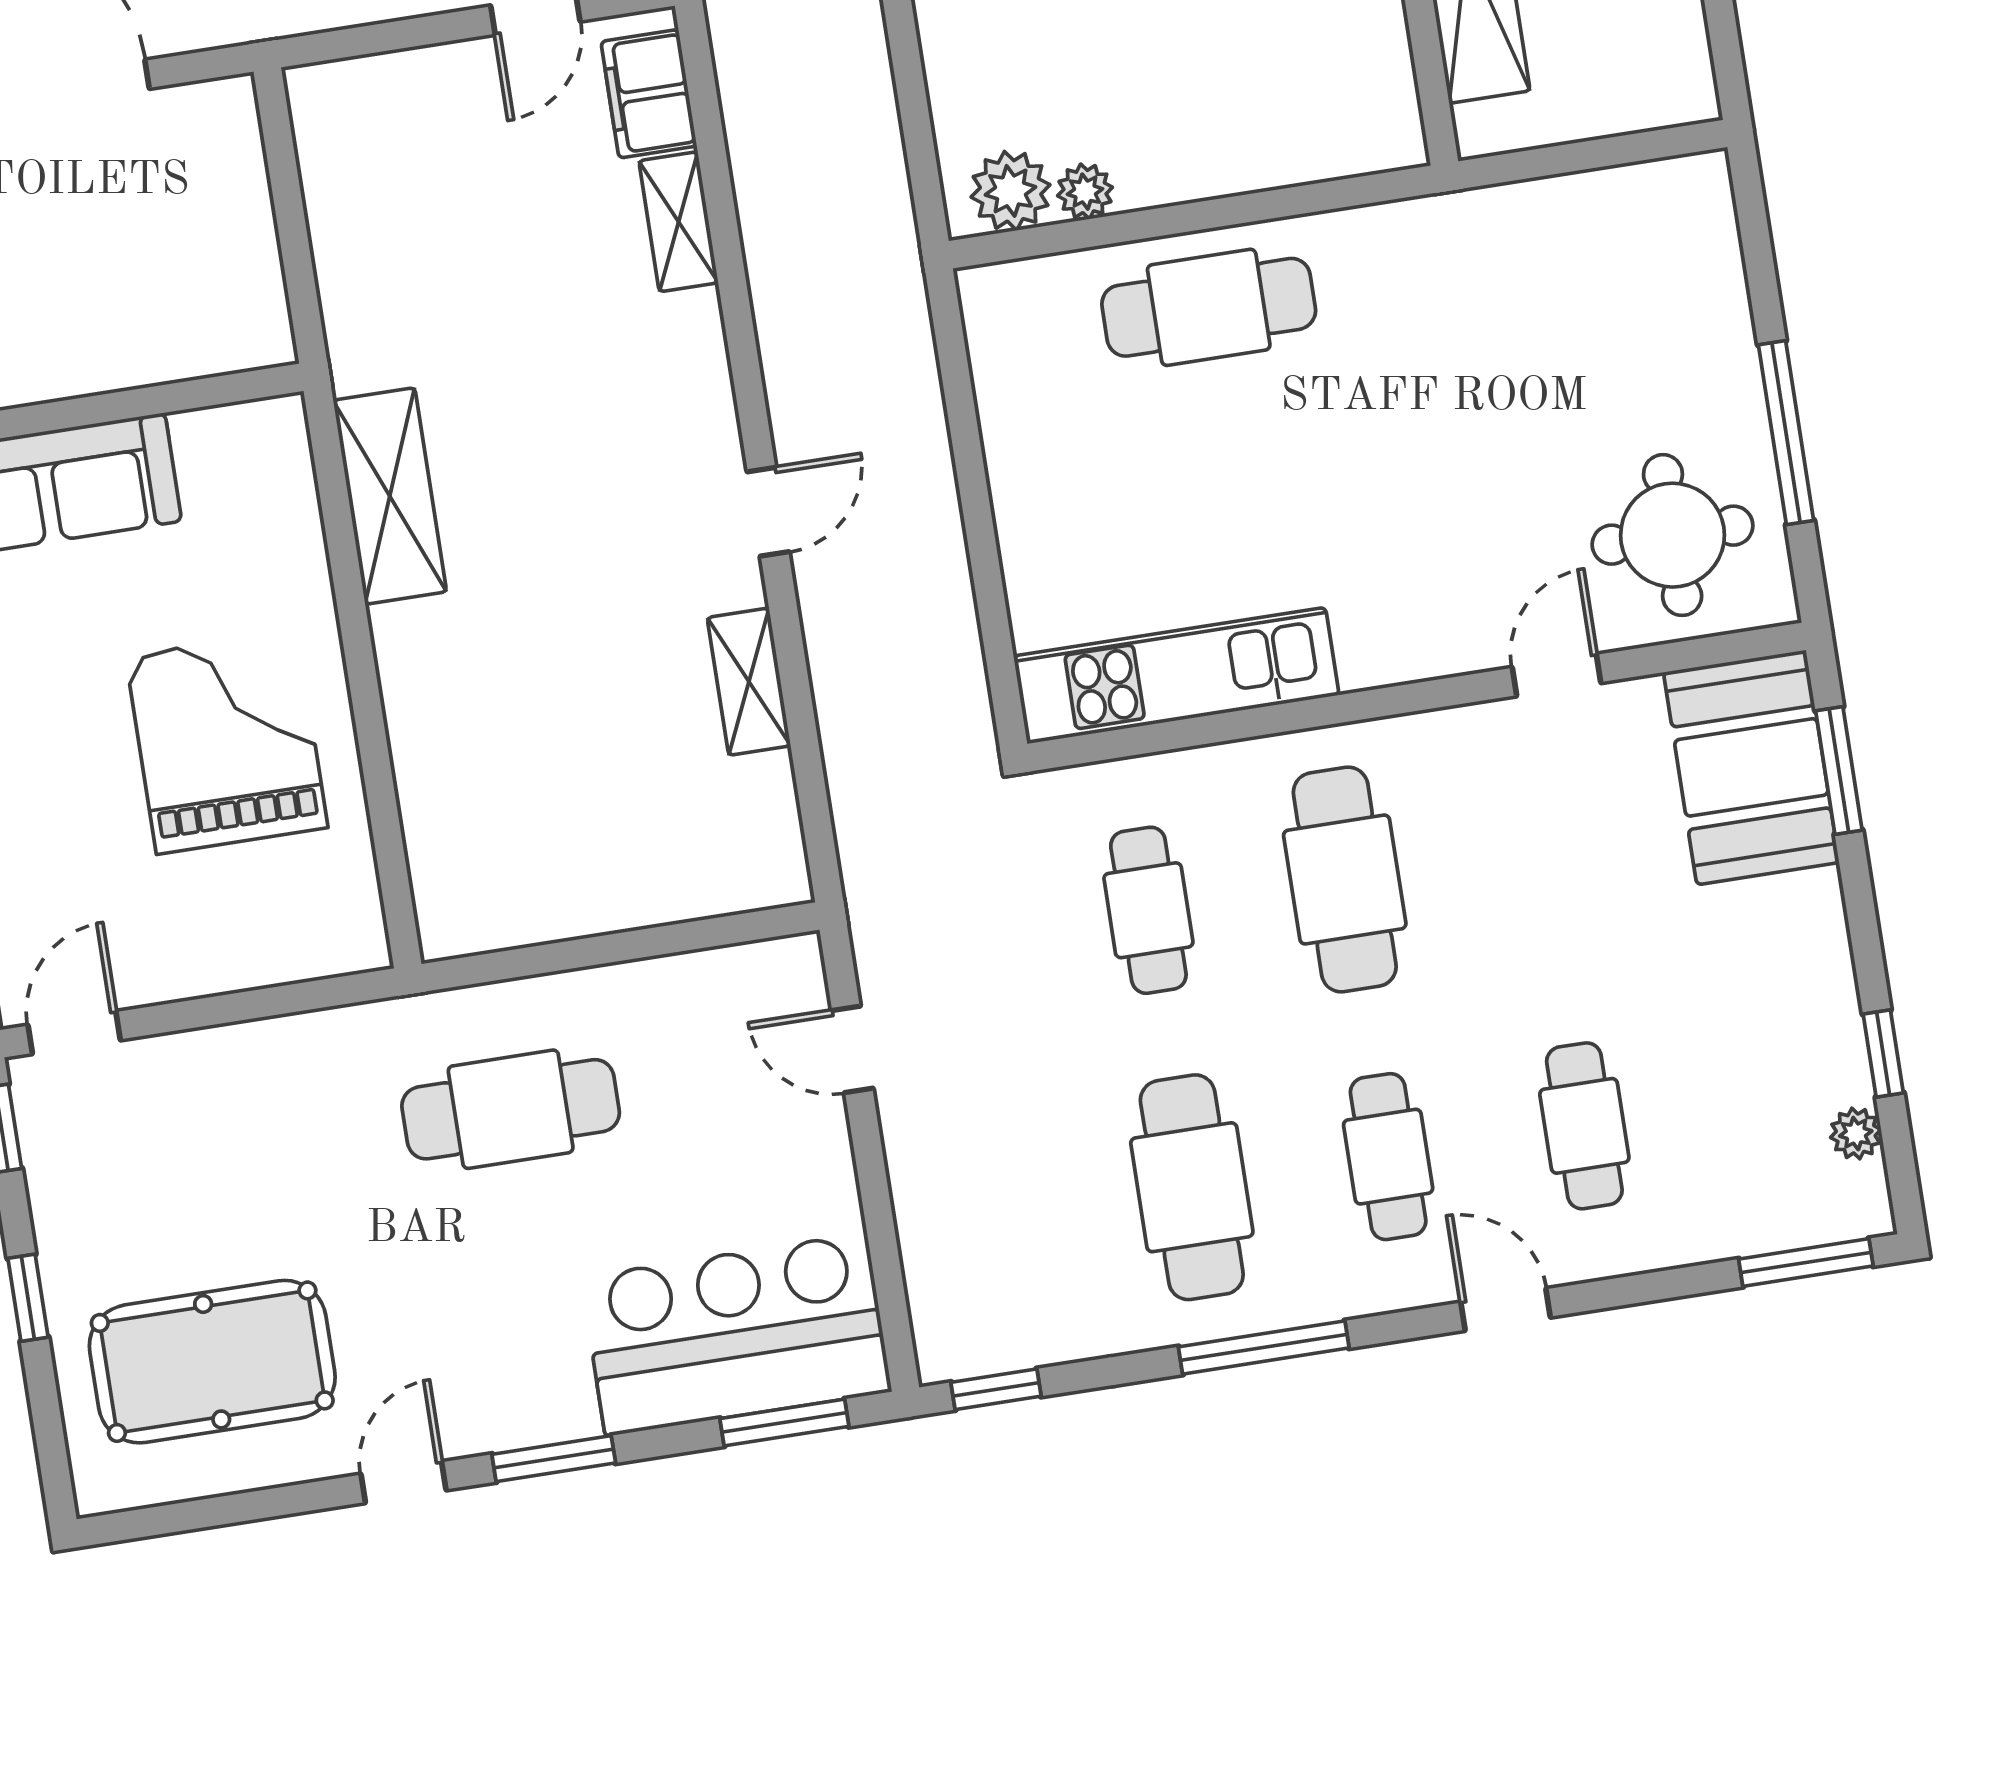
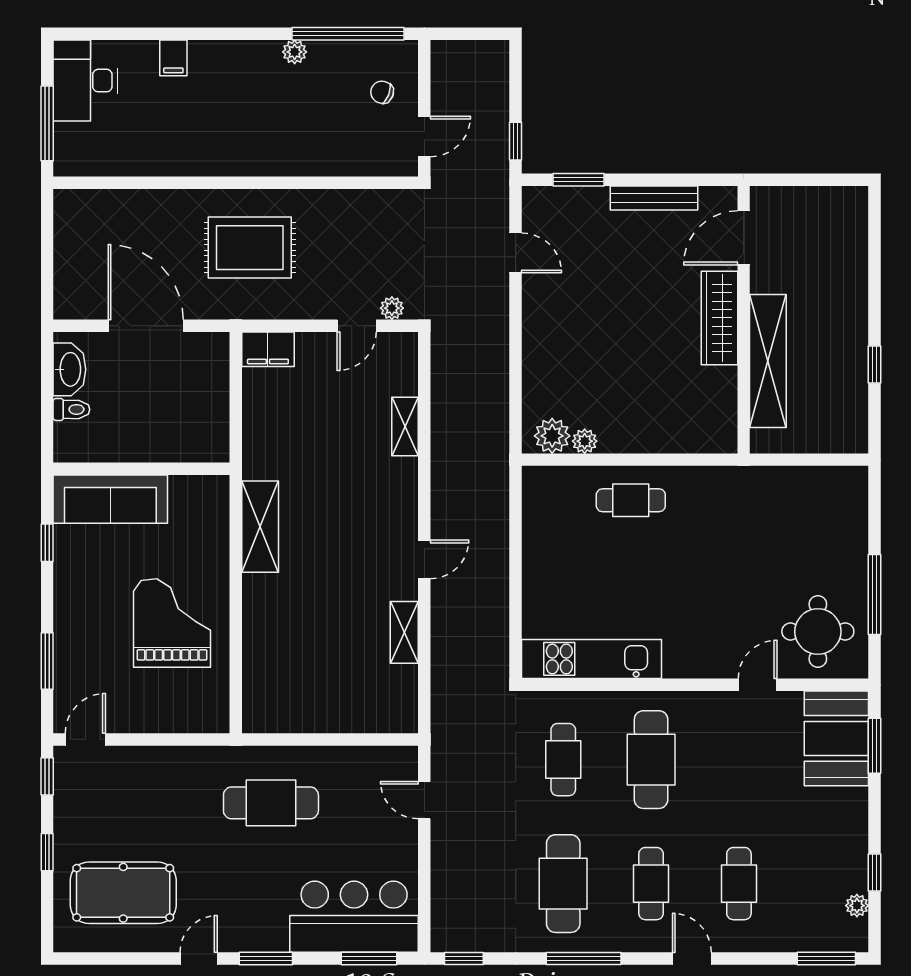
filing cabinet: (649, 94) -> (268, 349), moved, turned -90
cafe table: (1209, 307) -> (631, 500), width x0.73, depth x0.74

